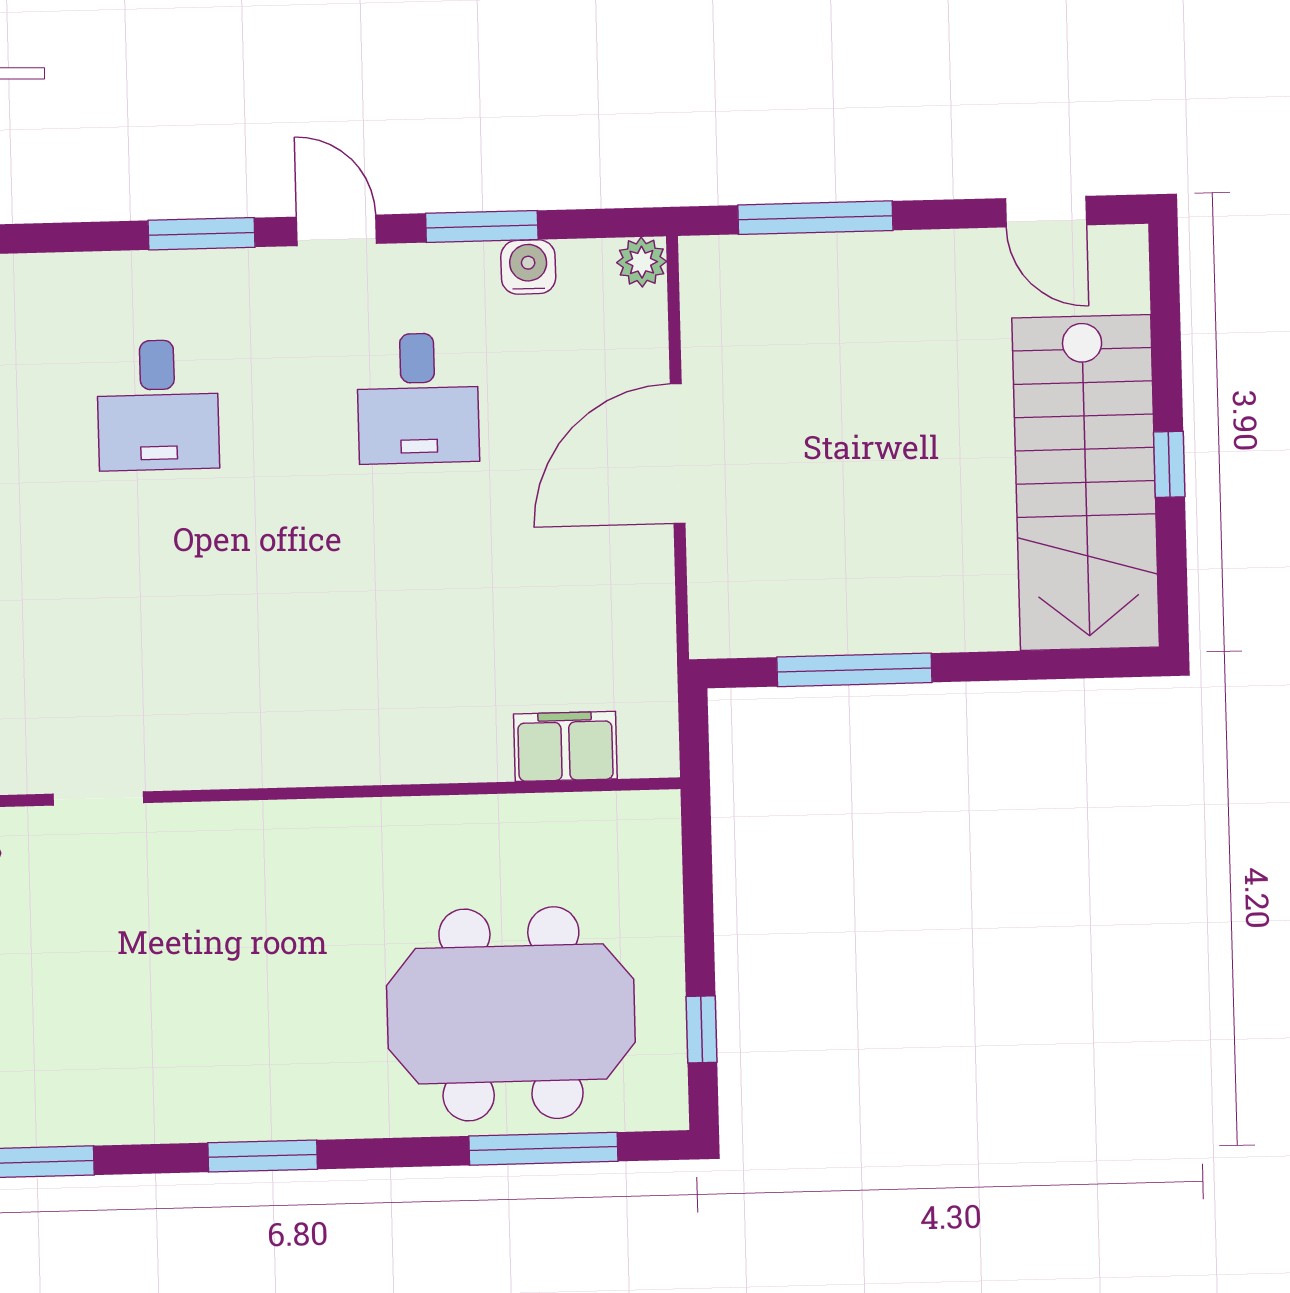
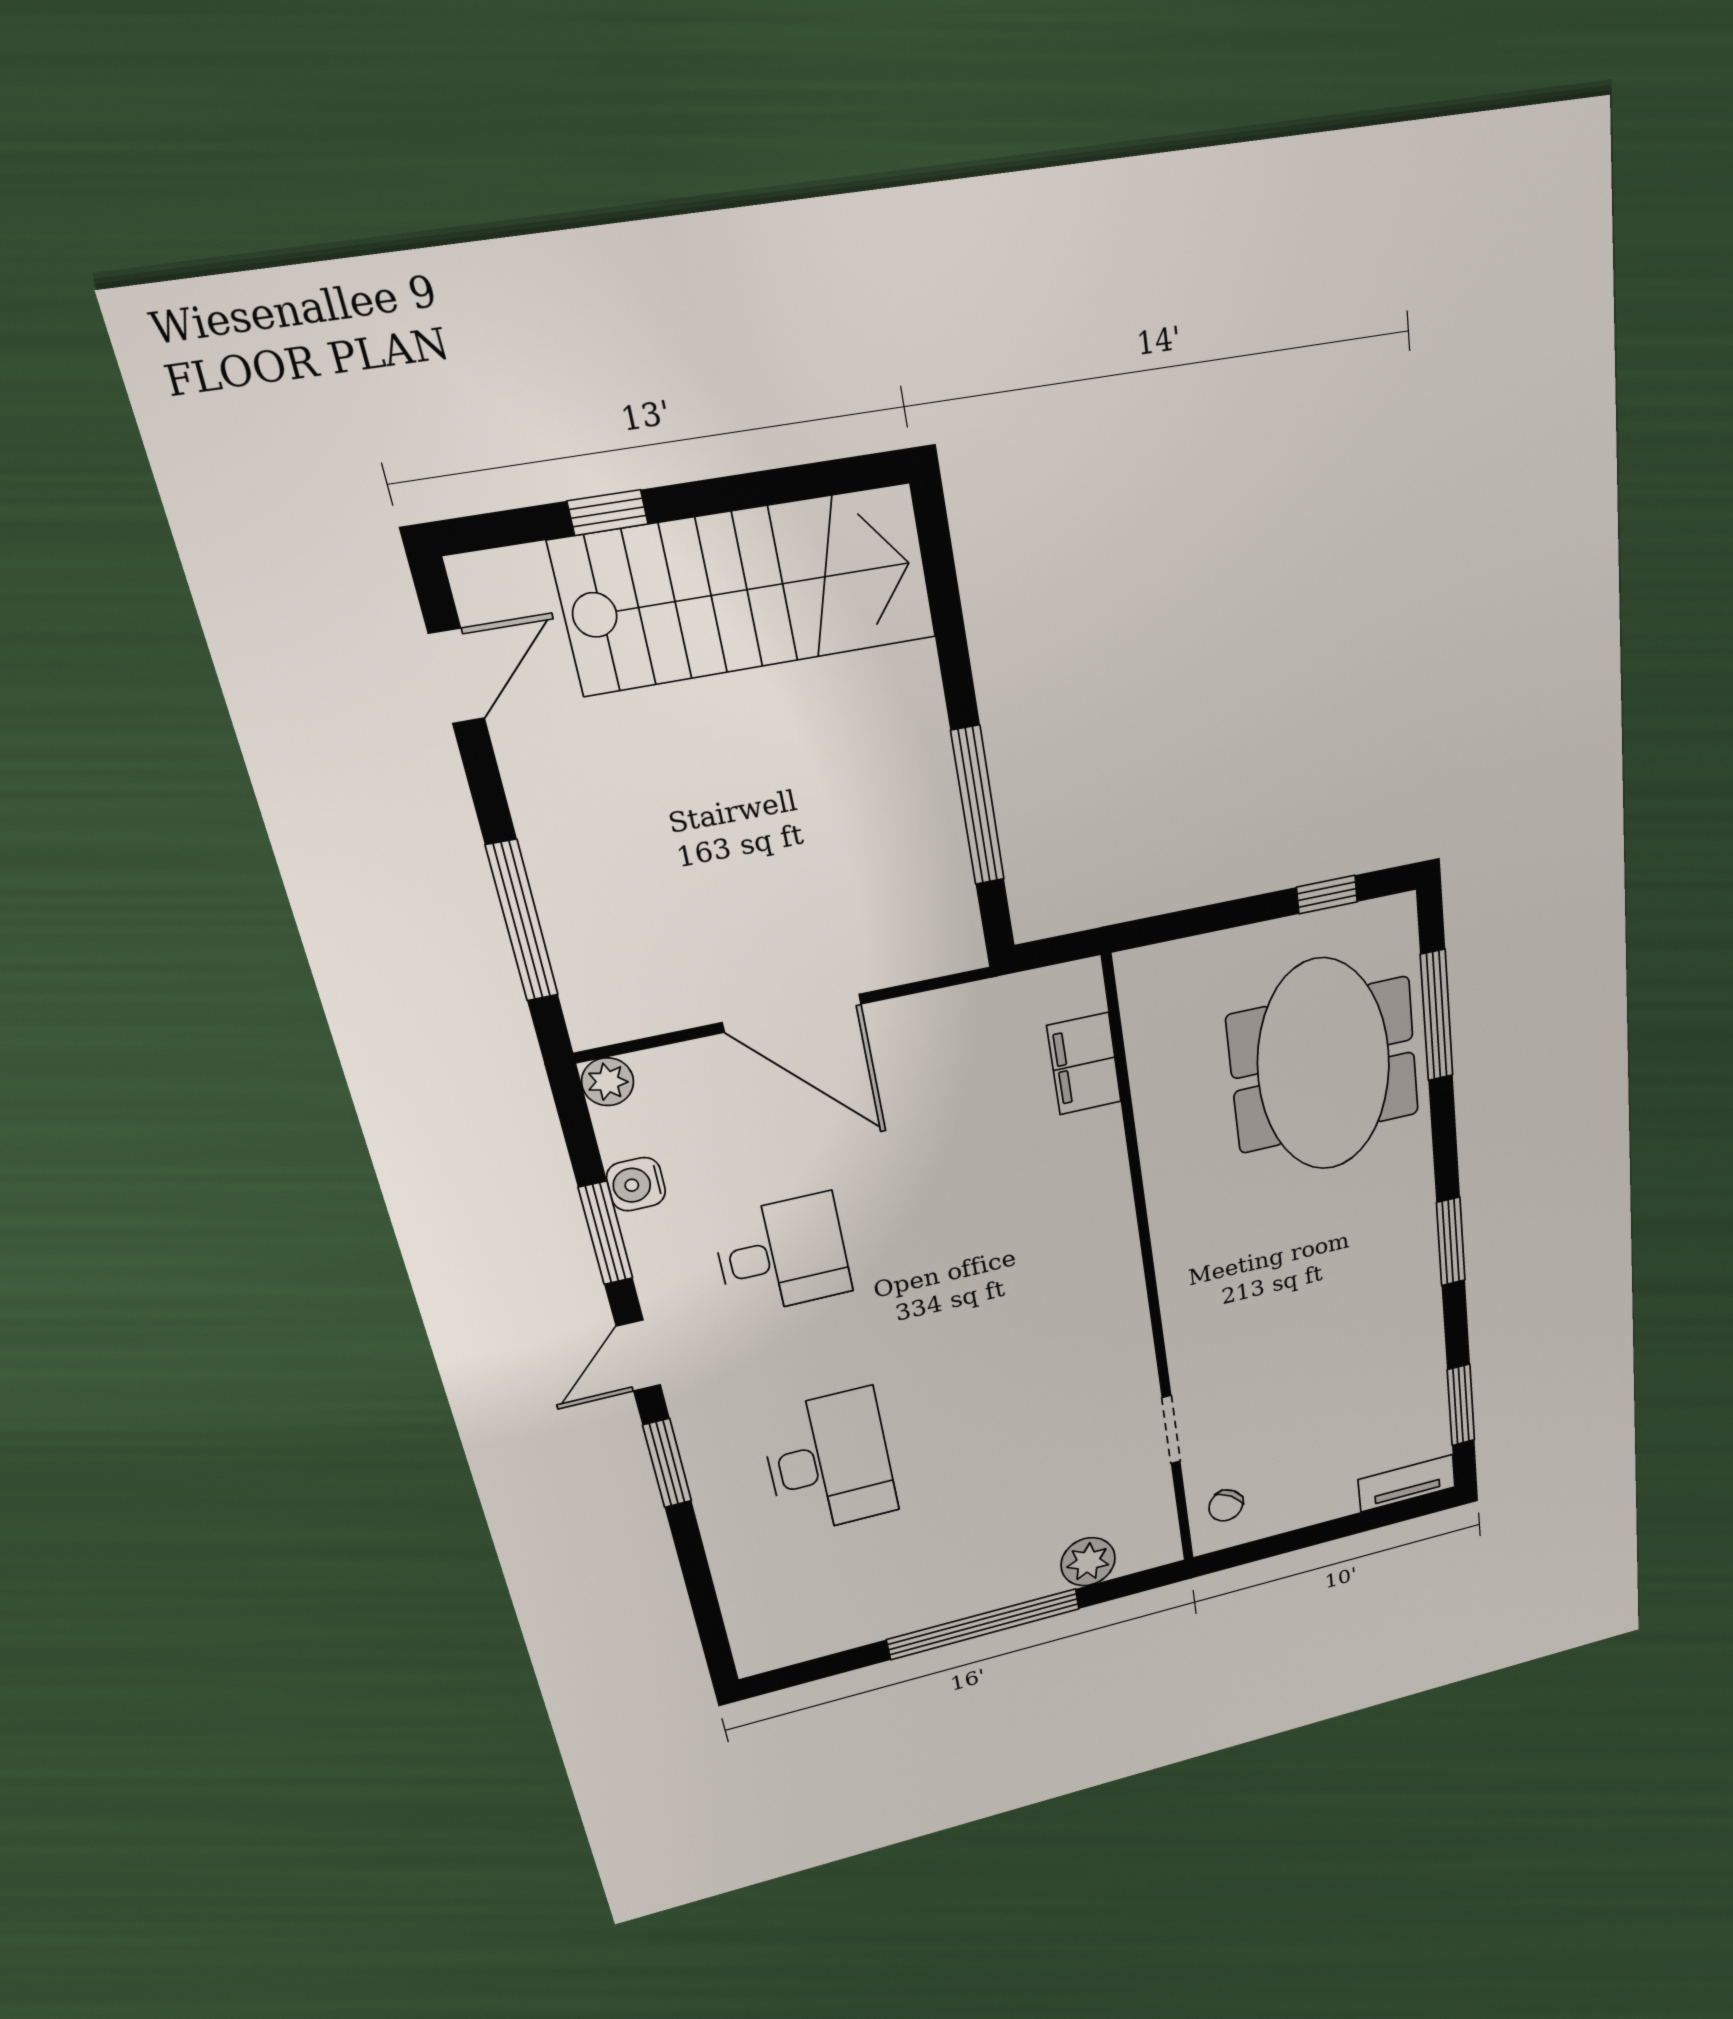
desk: (158, 405) -> (829, 1462), width x1.37
window: (1169, 464) -> (608, 513), moved

